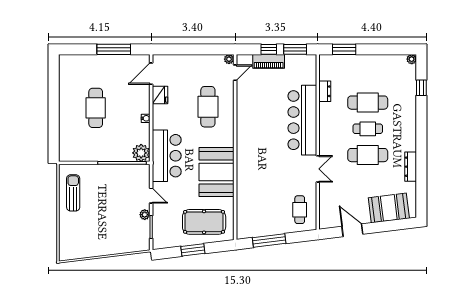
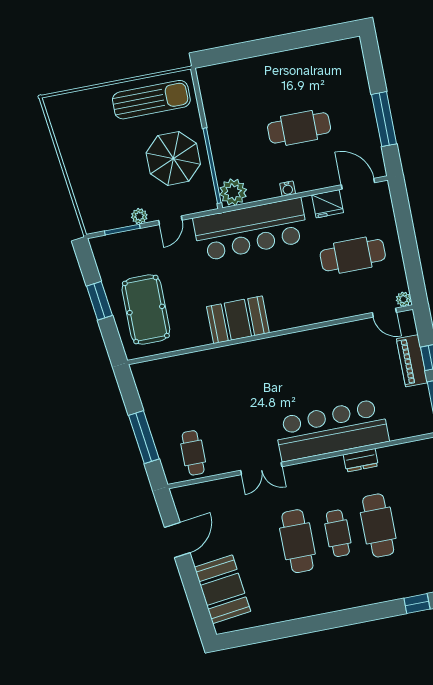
dresser: (325, 91) -> (361, 460), moved
cafe table: (208, 107) -> (353, 255), moved
cafe table: (96, 108) -> (299, 128), moved
bar counter: (167, 156) -> (251, 230), width x1.36
dresser: (411, 167) -> (292, 611), removed
booth: (217, 172) -> (238, 320), width x0.73, depth x0.70
parasol: (113, 186) -> (173, 158), added
sun lounger: (73, 193) -> (151, 100), width x1.36, depth x1.34
cafe table: (300, 210) -> (193, 453), turned 90
window: (269, 241) -> (144, 437), moved

